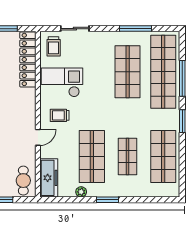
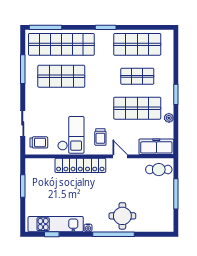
locker: (28, 59) -> (80, 165), moved
window: (182, 78) -> (46, 27), moved
checkout: (62, 82) -> (71, 135), turned 180

